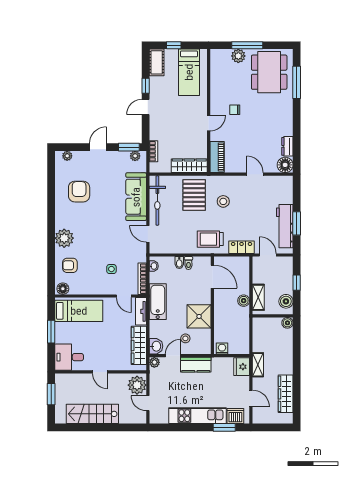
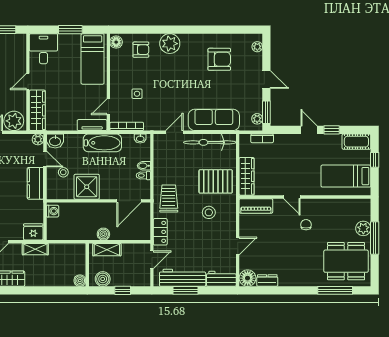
workbench: (286, 190) -> (221, 279), added
armchair: (70, 265) -> (141, 50), turned 90
wardrobe: (139, 345) -> (37, 110), moved, turned 90

